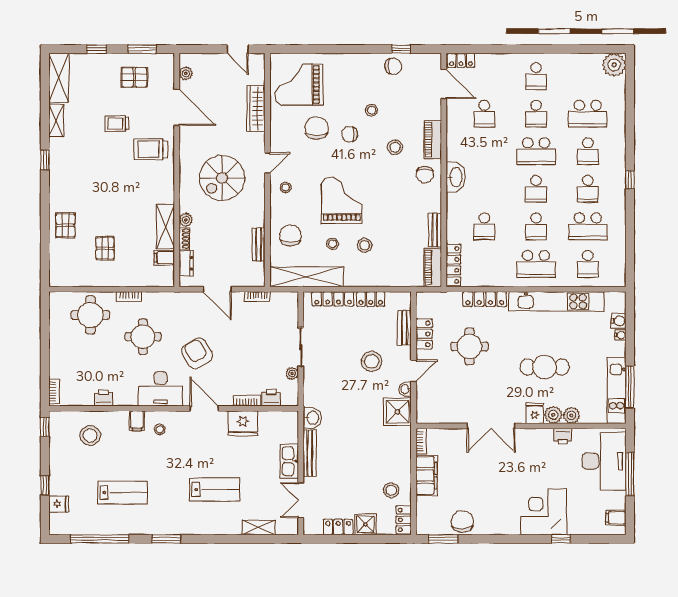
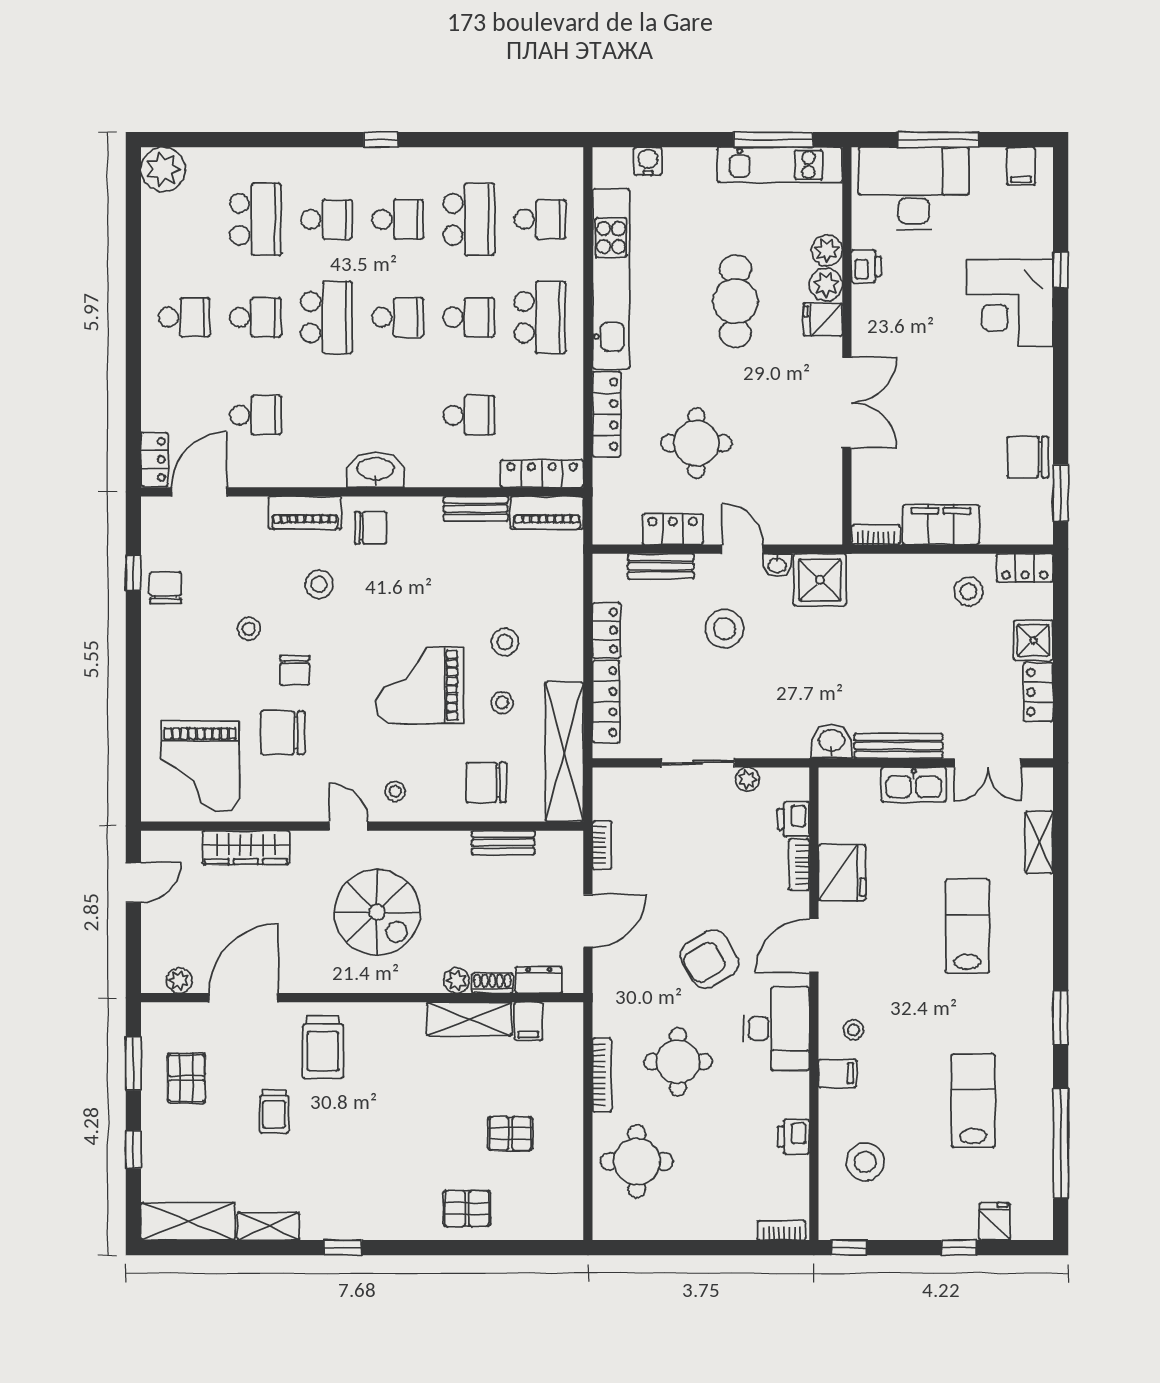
bookcase: (129, 297) -> (602, 1075), width x1.56
water cooler: (620, 335) -> (675, 158), removed

